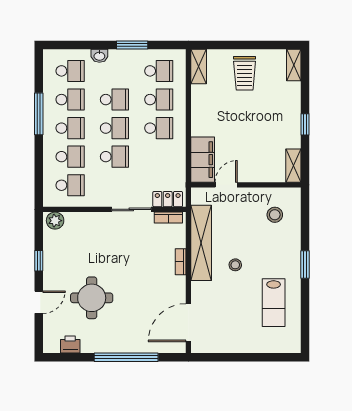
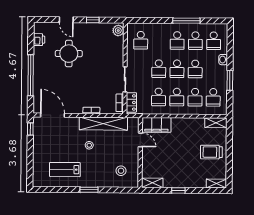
school desk: (70, 157) -> (159, 97), moved
window: (210, 357) -> (30, 129), added

